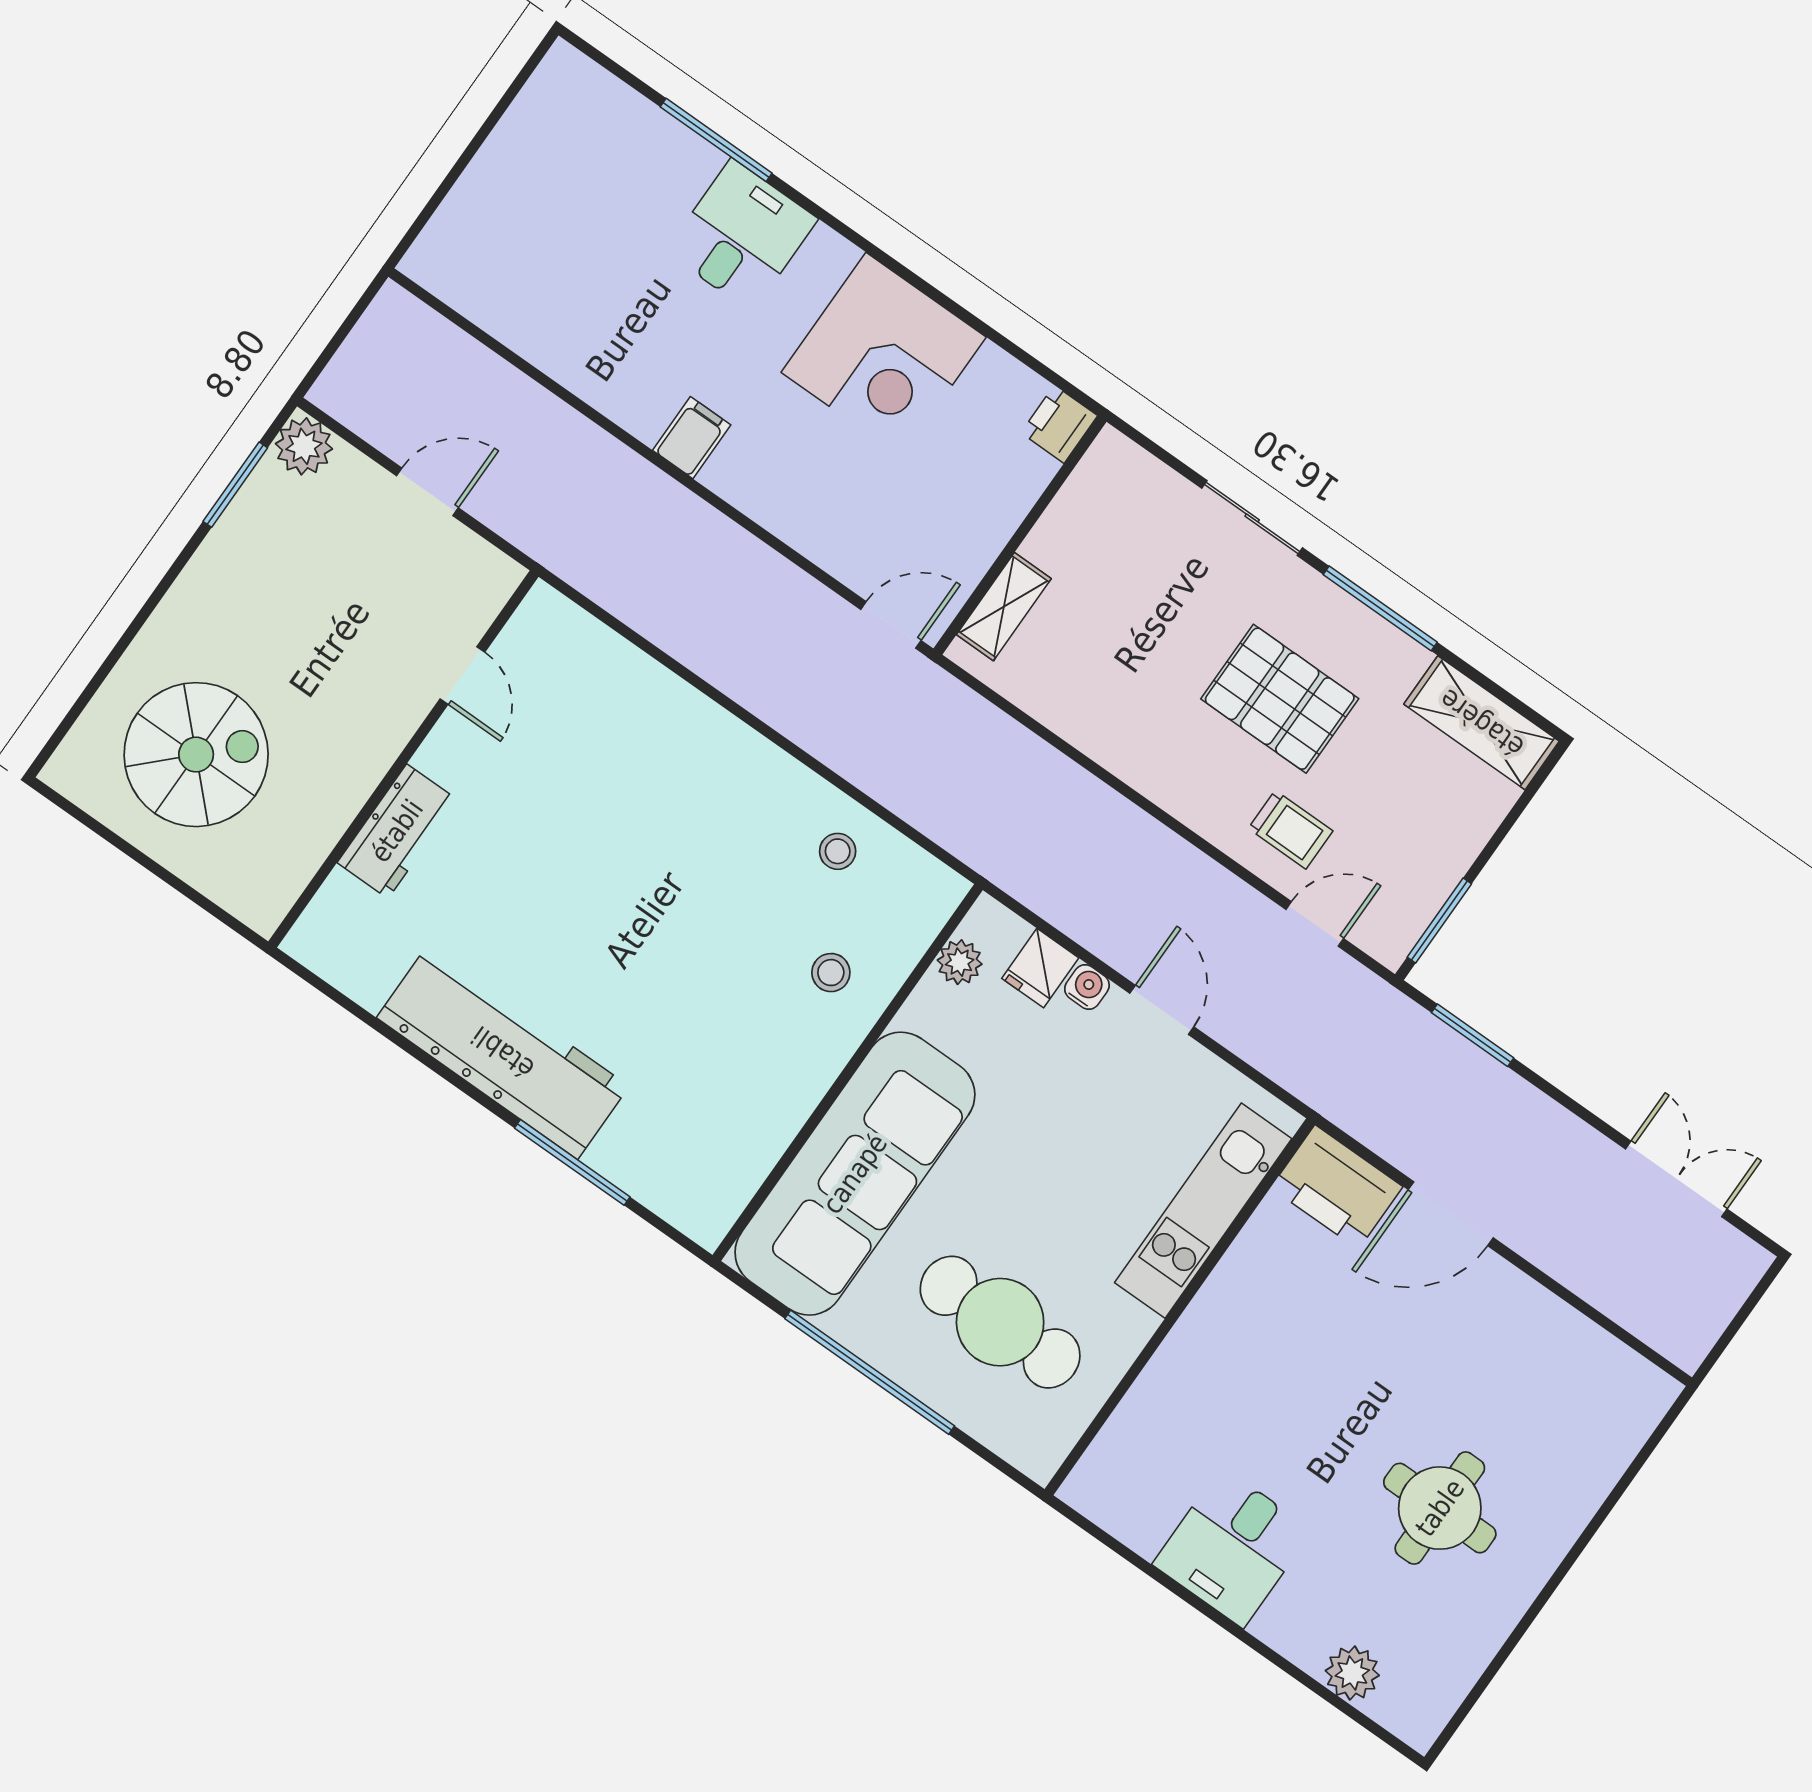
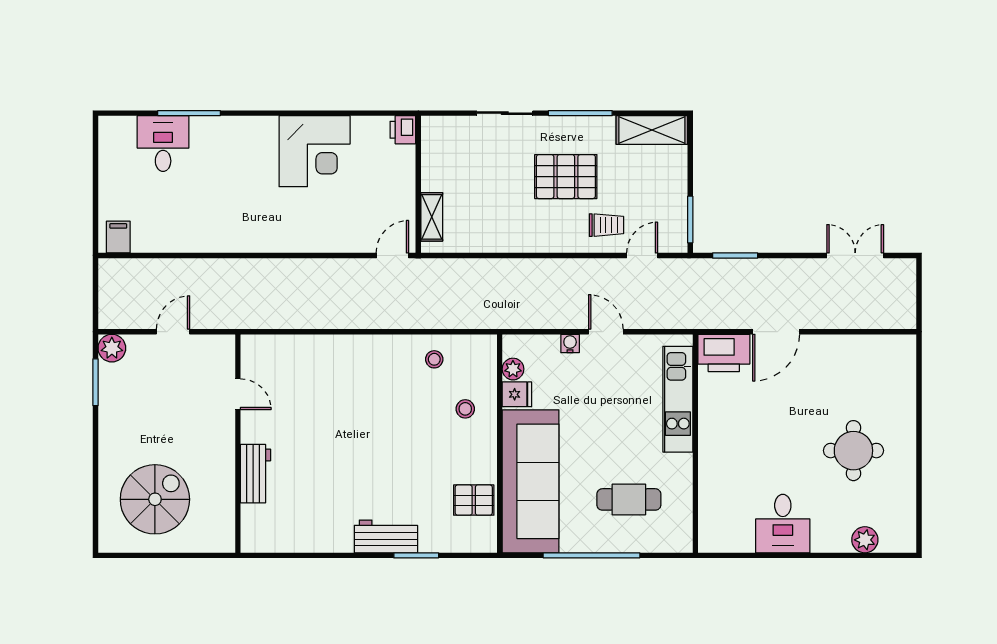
desk: (742, 235) -> (163, 144), moved
filing cabinet: (692, 438) -> (118, 237), moved
fridge: (1040, 968) -> (517, 394), moved, turned -90
workbench: (503, 1052) -> (386, 536), width x0.53, depth x0.76
pallet: (736, 1137) -> (474, 500), added
window: (572, 1162) -> (416, 555), width x0.69
cafe table: (1000, 1322) -> (629, 499), width x0.73, depth x0.74

